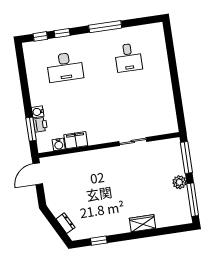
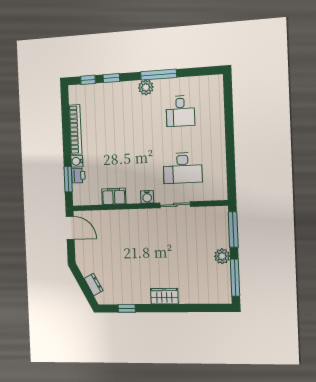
plant: (95, 39) -> (146, 87), added
desk: (65, 67) -> (183, 168), moved
bookcase: (33, 83) -> (75, 130), added
water cooler: (59, 144) -> (147, 197), moved
door: (38, 174) -> (70, 228), swing flipped
wardrobe: (142, 223) -> (164, 296), moved

